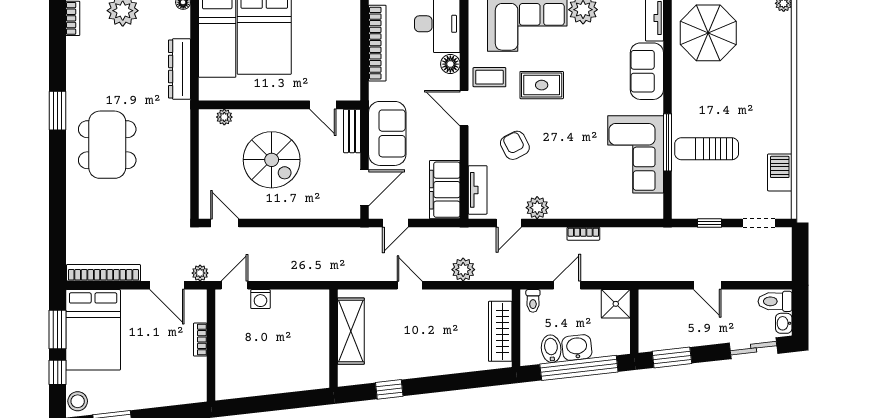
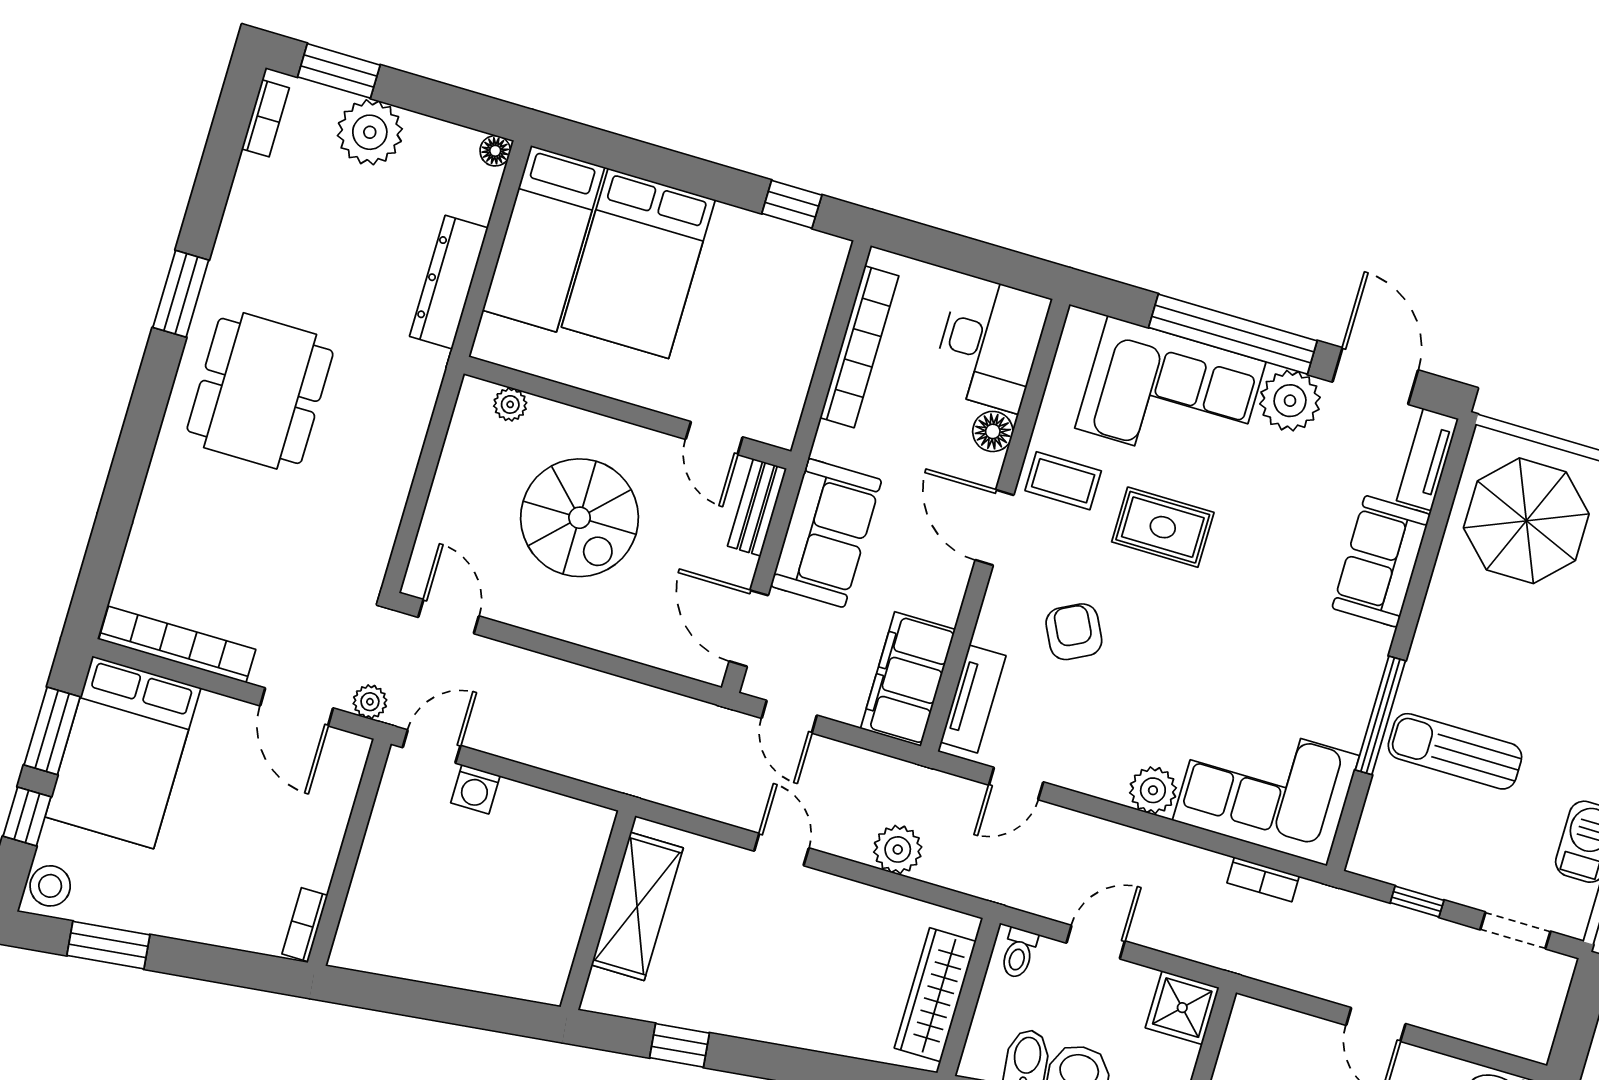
corner sofa: (636, 154) -> (1266, 788), moved, turned 90
door: (365, 188) -> (749, 628), swing flipped
plant: (537, 208) -> (1153, 790), moved
door: (395, 223) -> (789, 717), hinge flipped
bookcase: (583, 234) -> (1263, 879), moved
bookcase: (200, 340) -> (305, 925), moved

